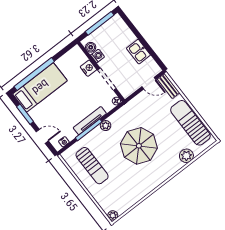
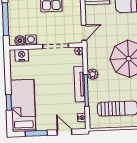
nightstand: (88, 68) -> (22, 55), moved
window: (34, 74) -> (9, 102), width x0.32
door: (149, 83) -> (84, 33), moved
door: (42, 136) -> (64, 132), hinge flipped

